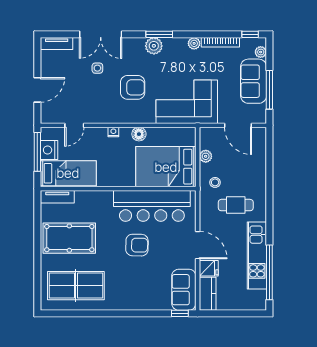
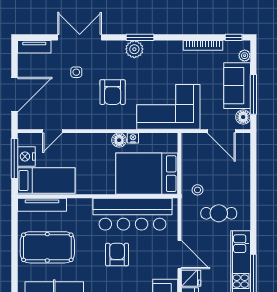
double door: (101, 34) -> (80, 37), swing flipped
plant: (194, 43) -> (176, 47), removed
armchair: (133, 87) -> (113, 92), turned 90
door: (37, 90) -> (14, 95), width x1.36
floor lamp: (259, 112) -> (243, 117), added
nightstand: (113, 132) -> (133, 138), moved
plant: (206, 156) -> (188, 163), removed
tv unit: (57, 197) -> (42, 205), width x1.41
armchair: (137, 245) -> (117, 255), turned -91

